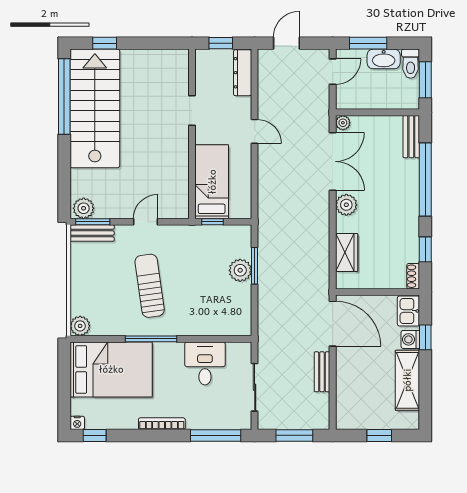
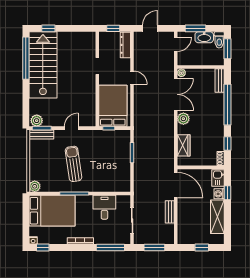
bed: (212, 182) -> (113, 106), width x1.50
plant: (240, 270) -> (124, 155), removed

